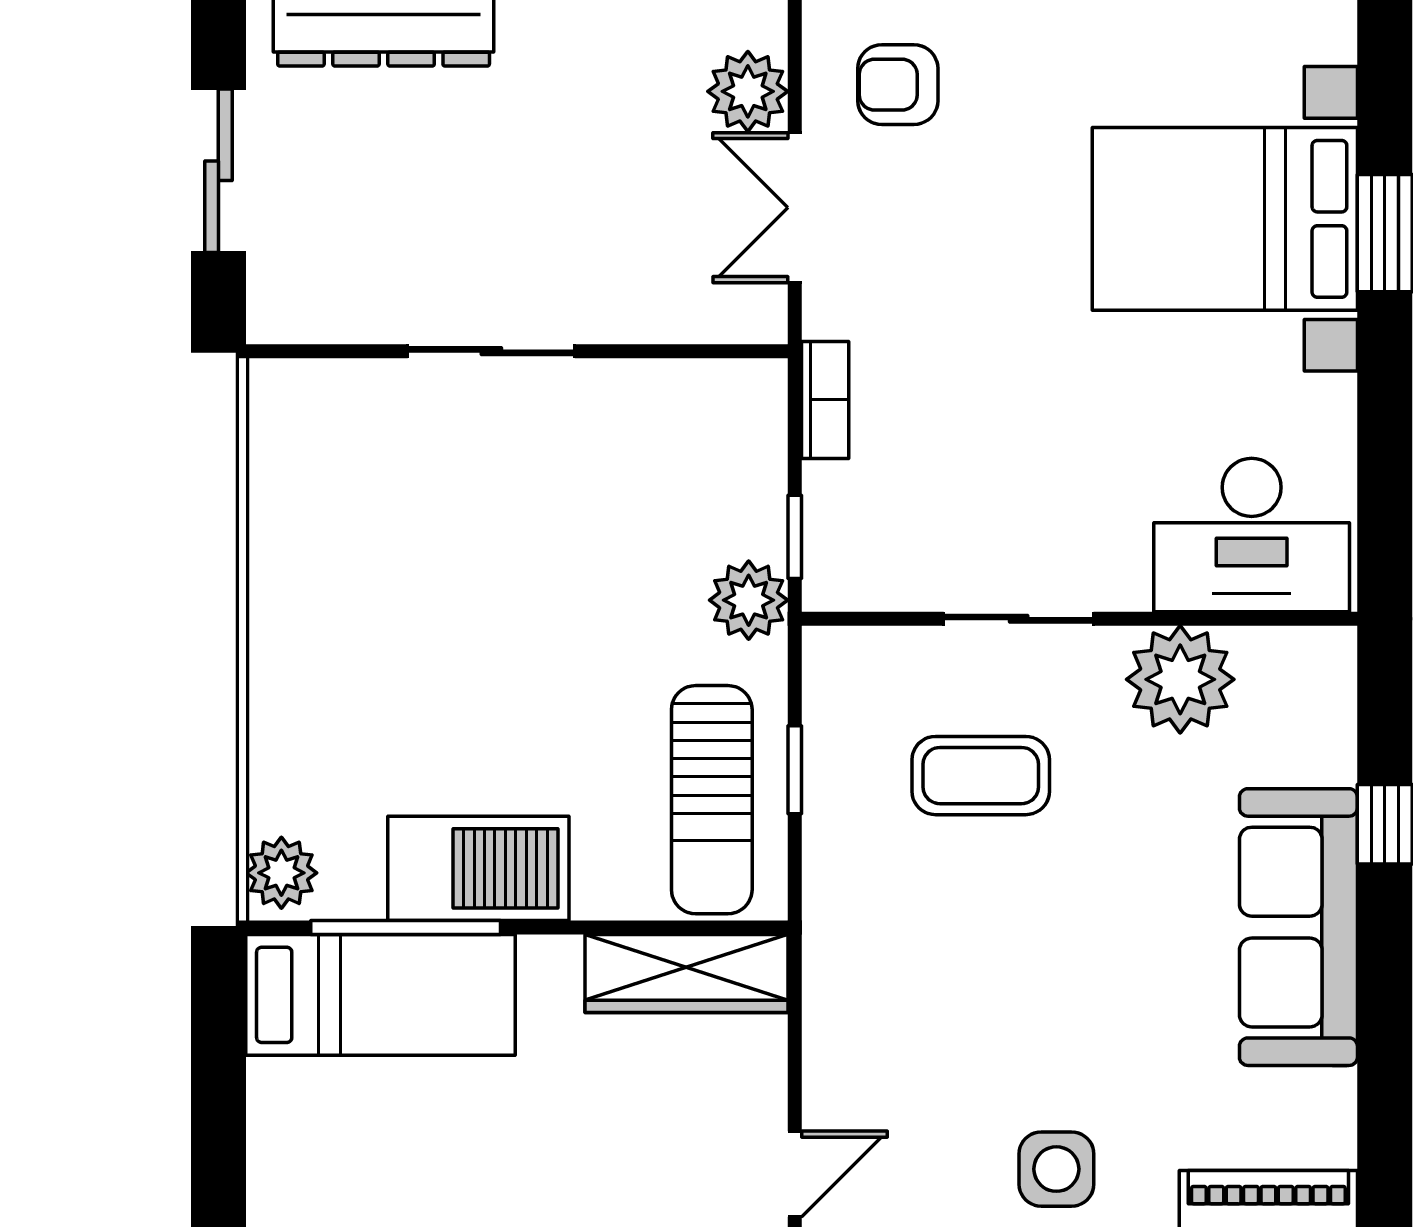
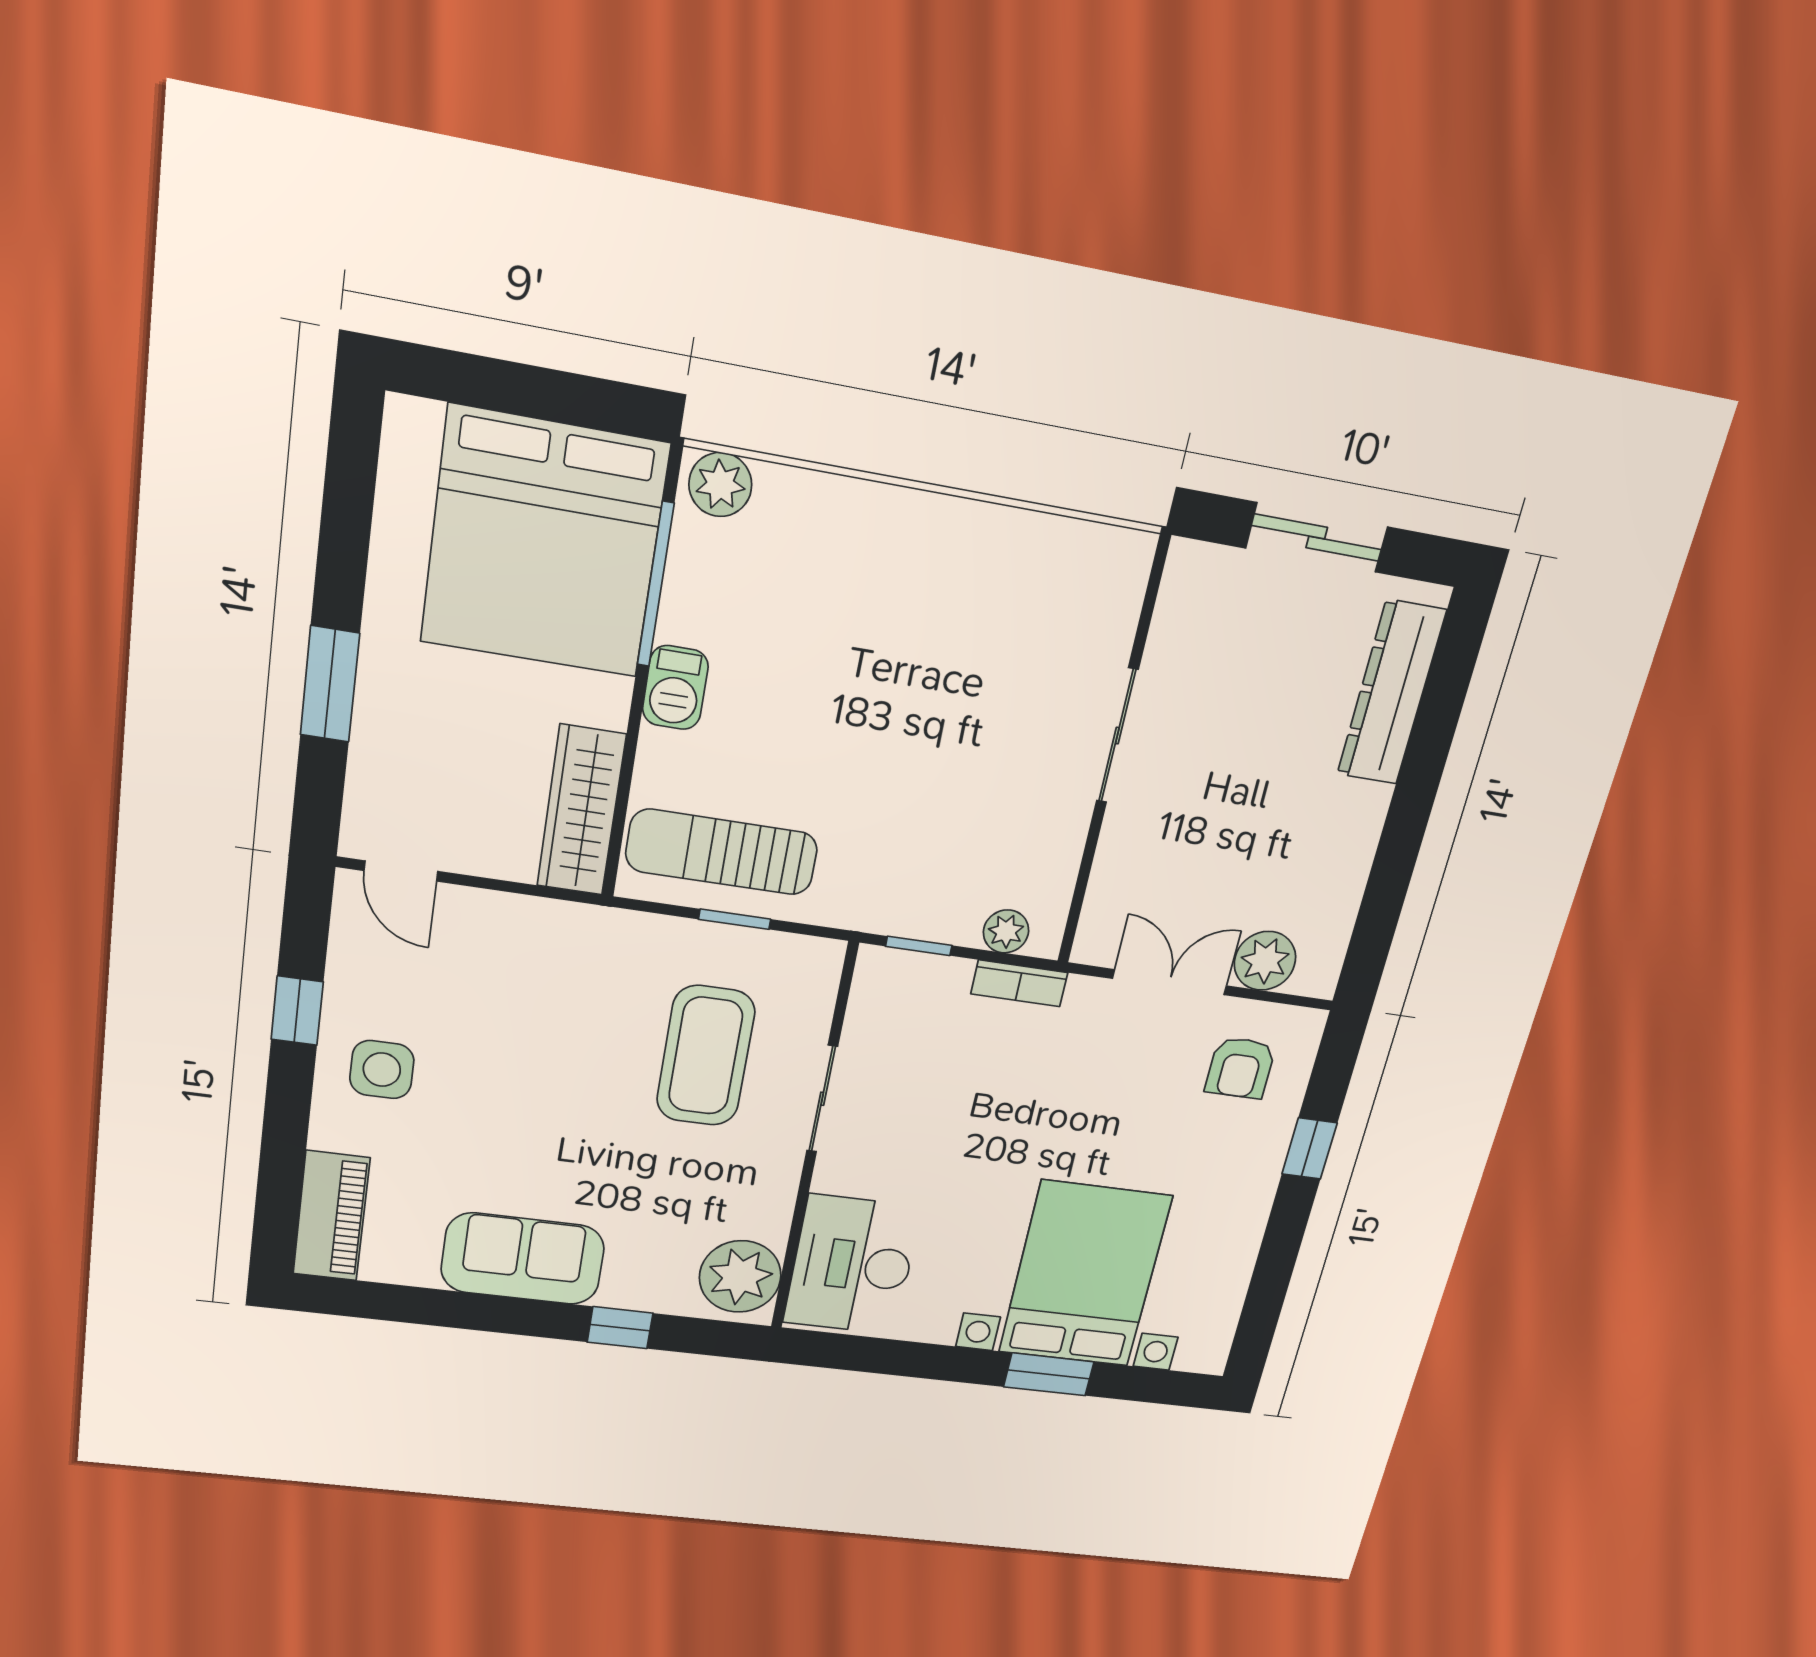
armchair: (898, 85) -> (1240, 1068), turned 180
plant: (749, 600) -> (1006, 931), moved, width x0.73, depth x0.73
plant: (1180, 679) -> (740, 1277), moved
coffee table: (981, 776) -> (706, 1056), width x1.36, depth x1.32
barbecue: (478, 868) -> (675, 688), width x0.53, depth x0.65
sofa: (1298, 927) -> (523, 1259), width x0.73
bed: (381, 995) -> (544, 543), width x2.04

